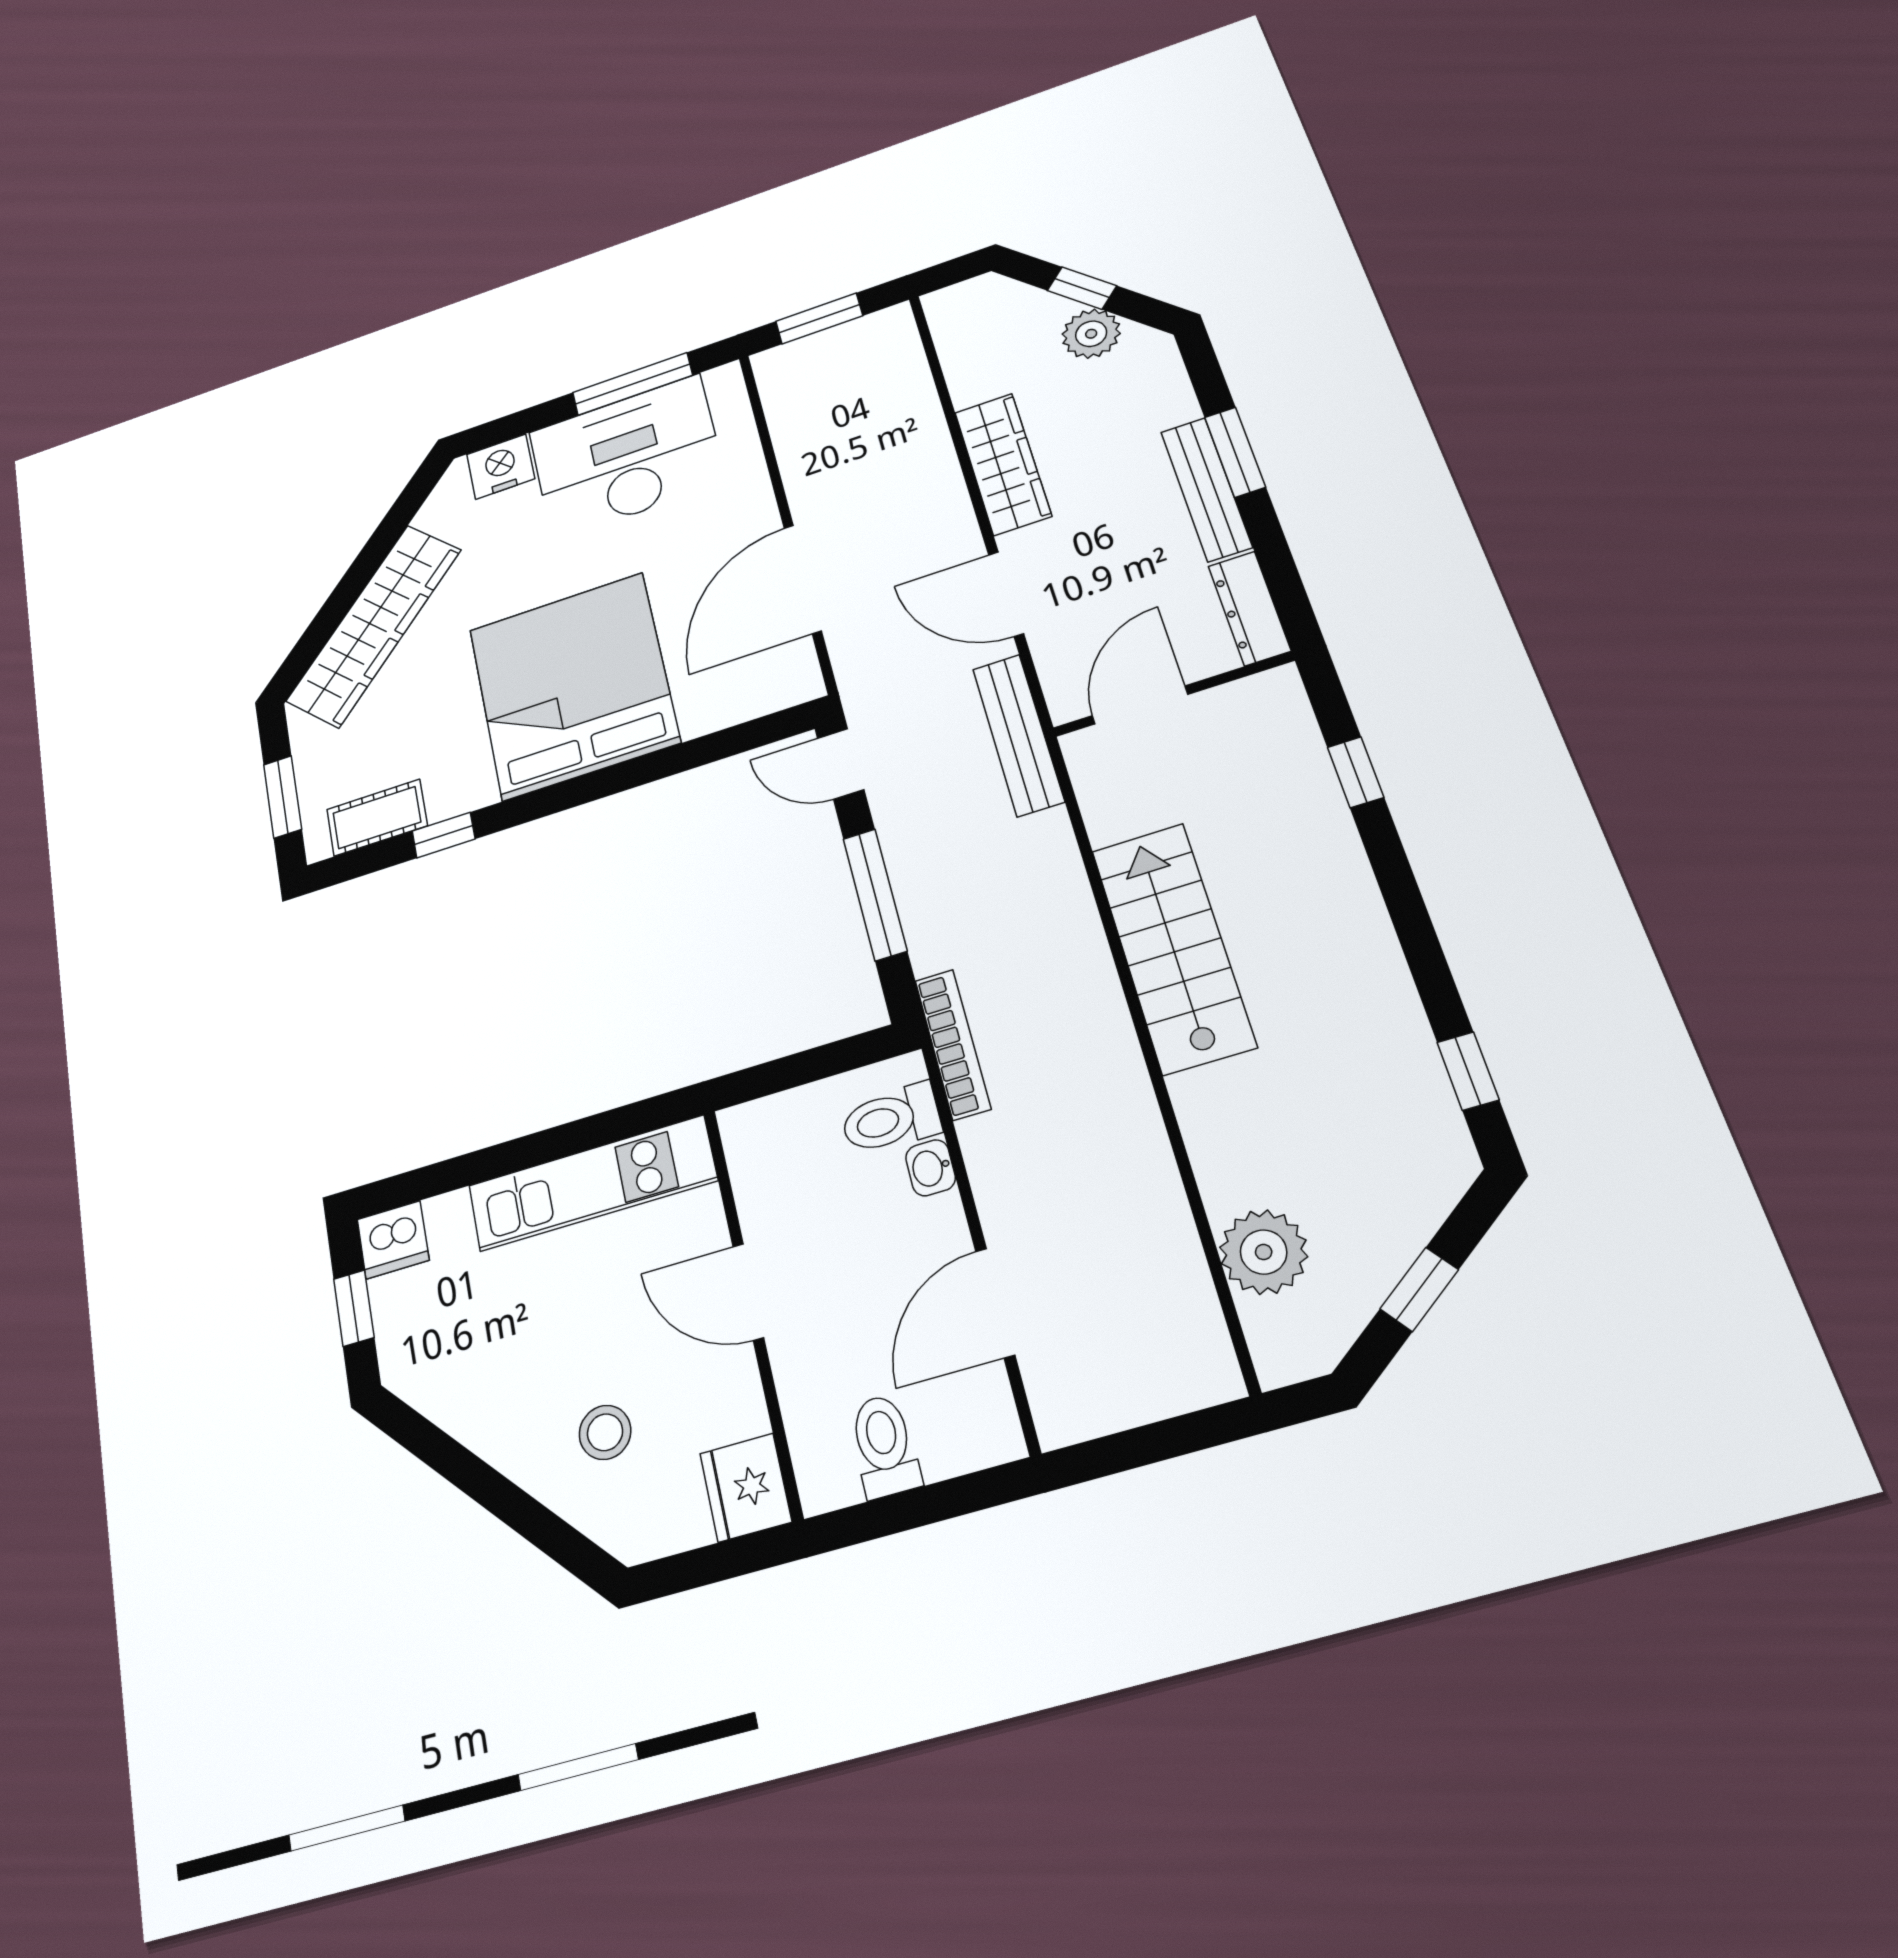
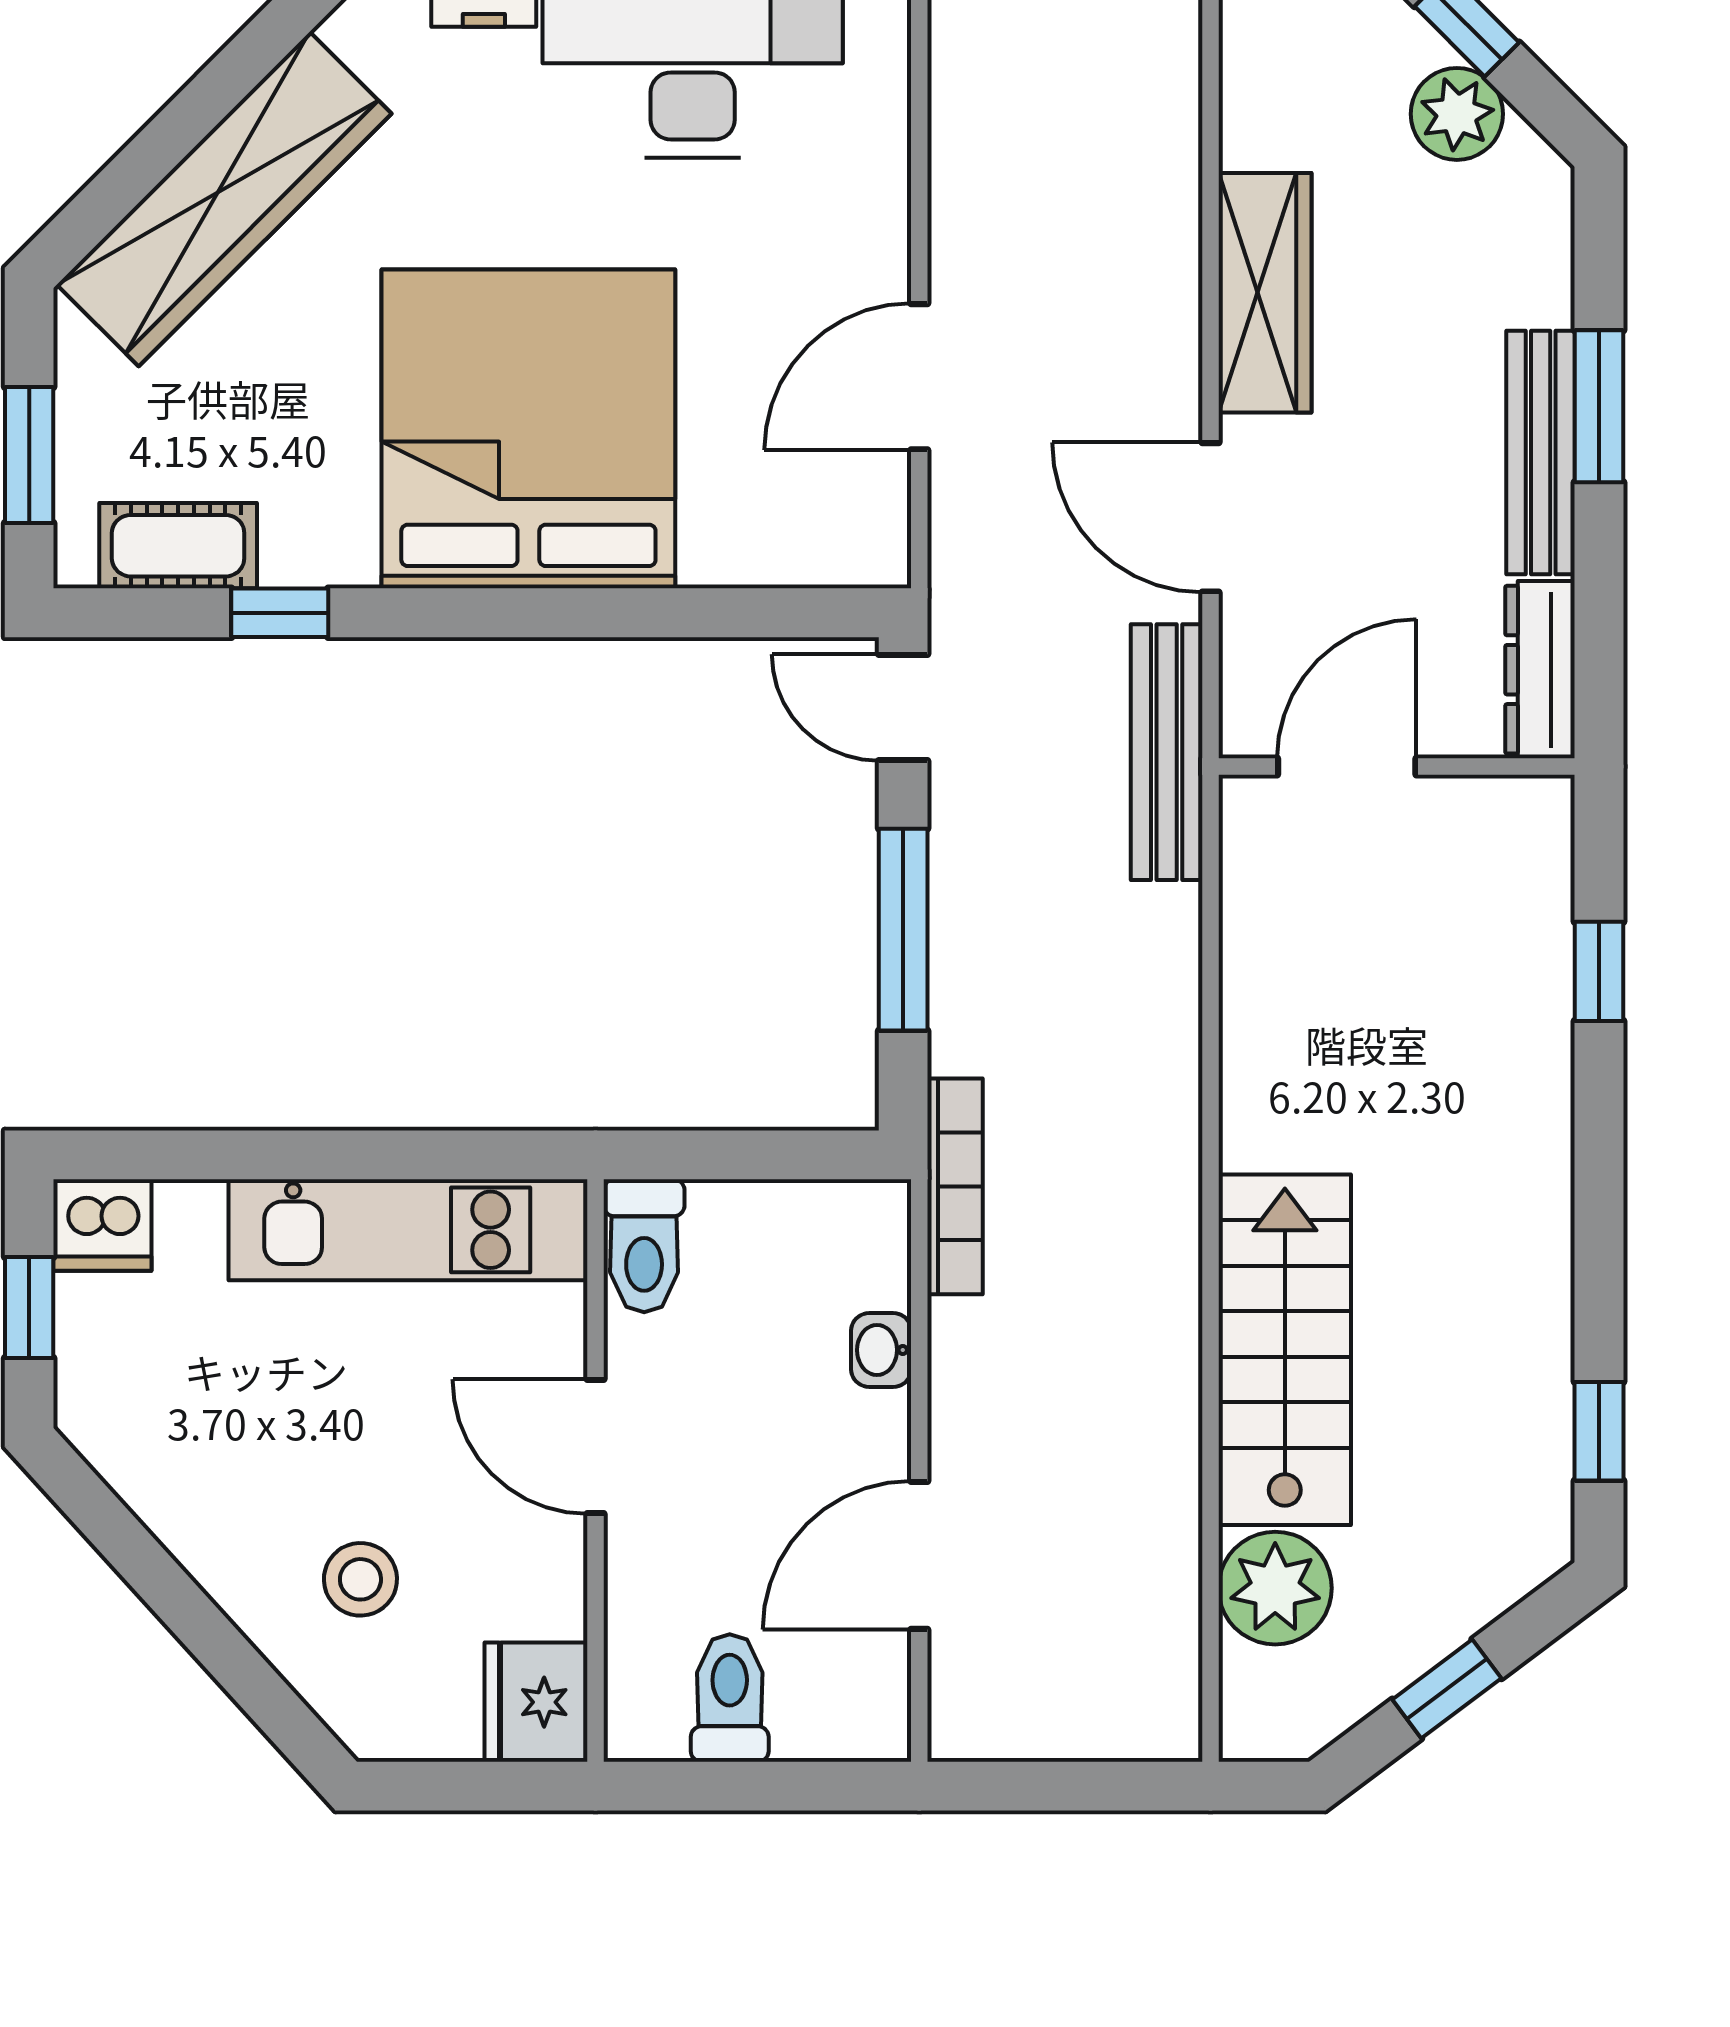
door: (803, 579) -> (919, 377), width x0.73
stairs: (1173, 947) -> (1285, 1350), moved
toilet: (891, 1119) -> (644, 1246), moved, turned -90

